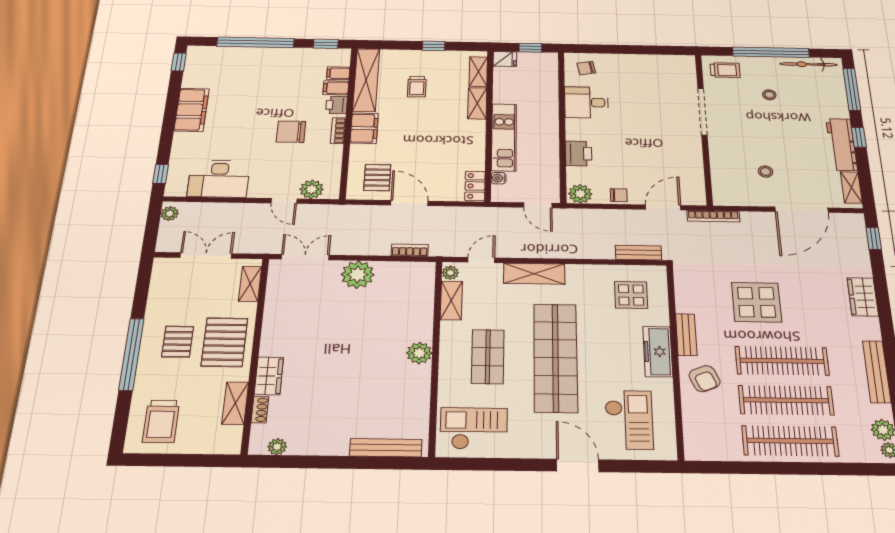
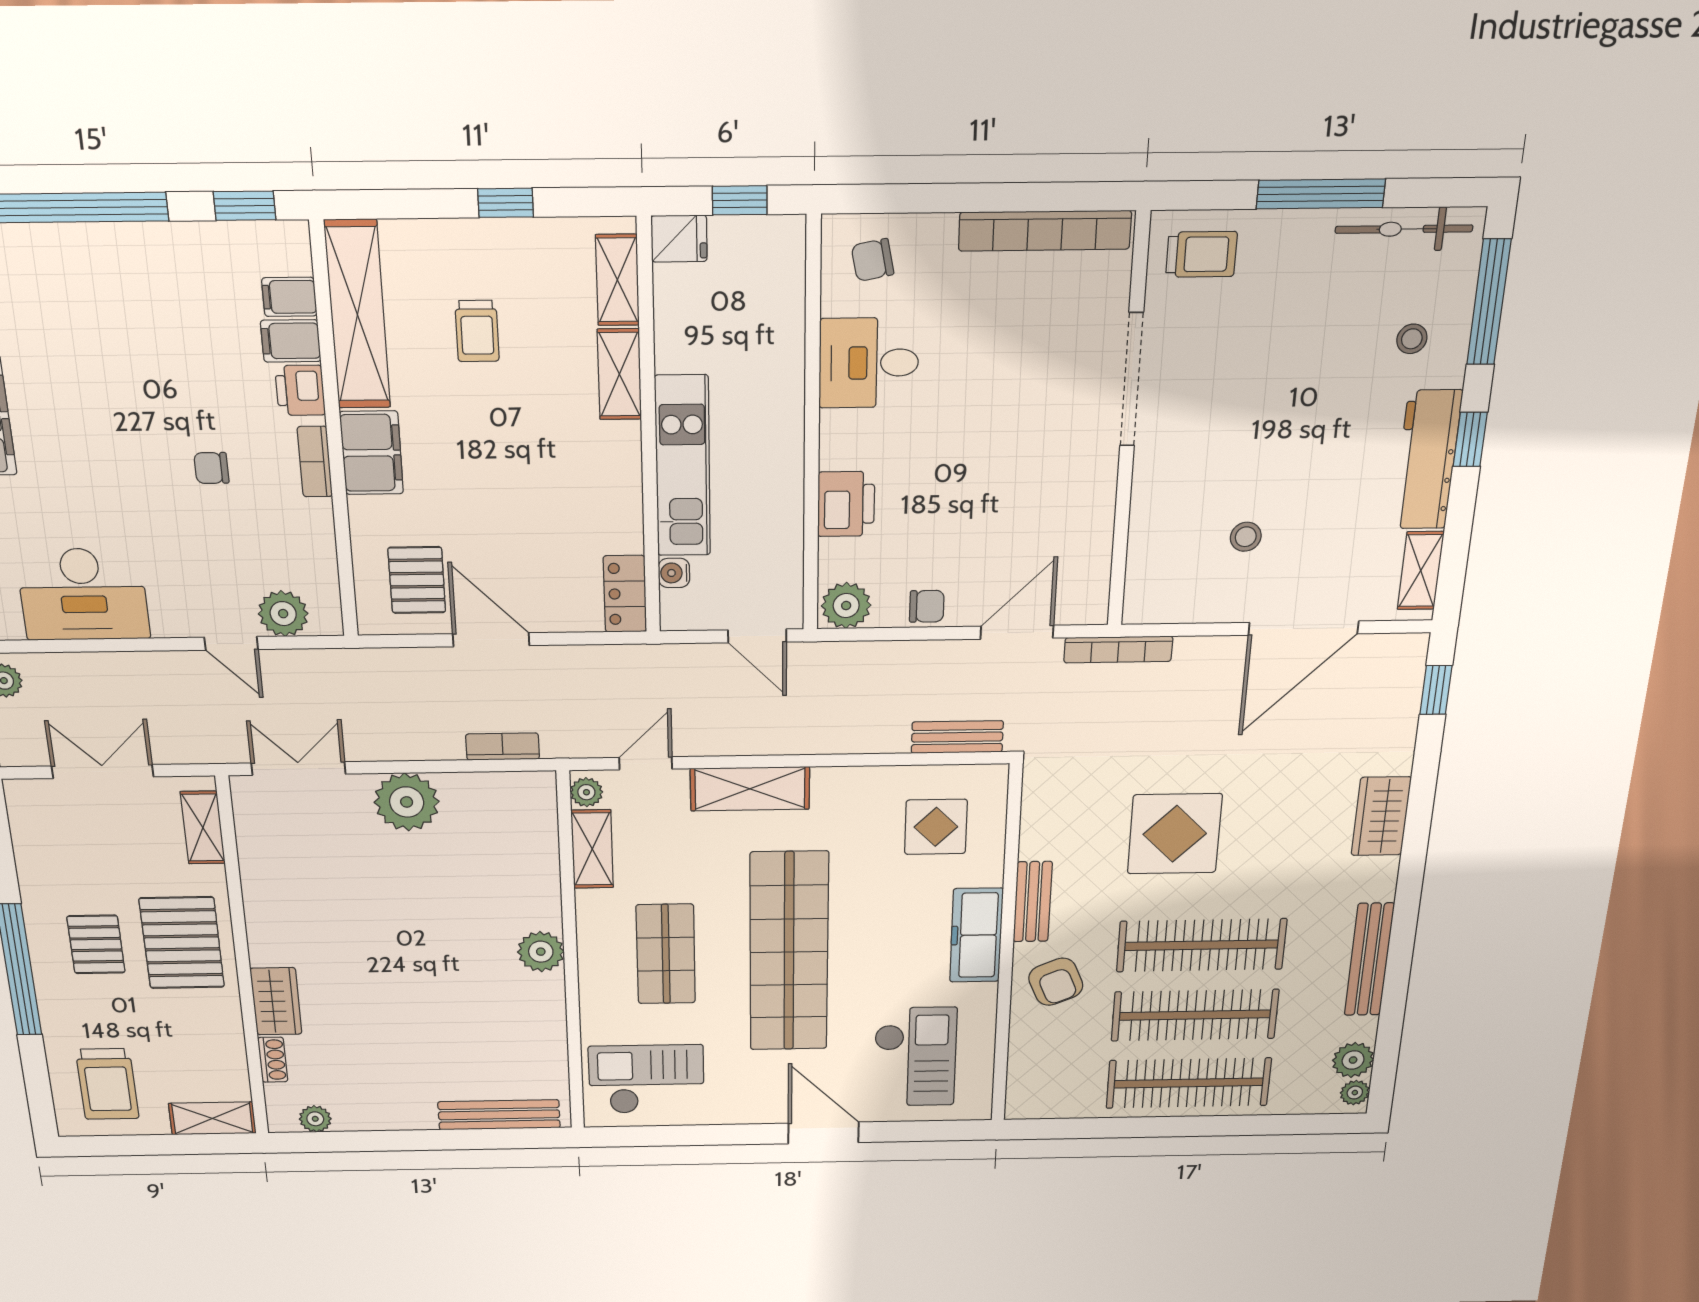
window: (771, 52) -> (1321, 194), width x0.68
bookcase: (658, 61) -> (1045, 231), added
stool: (769, 95) -> (1412, 339), moved
chair: (291, 132) -> (211, 468), width x0.54, depth x0.54
shelving: (235, 403) -> (212, 1118), moved, turned 90

